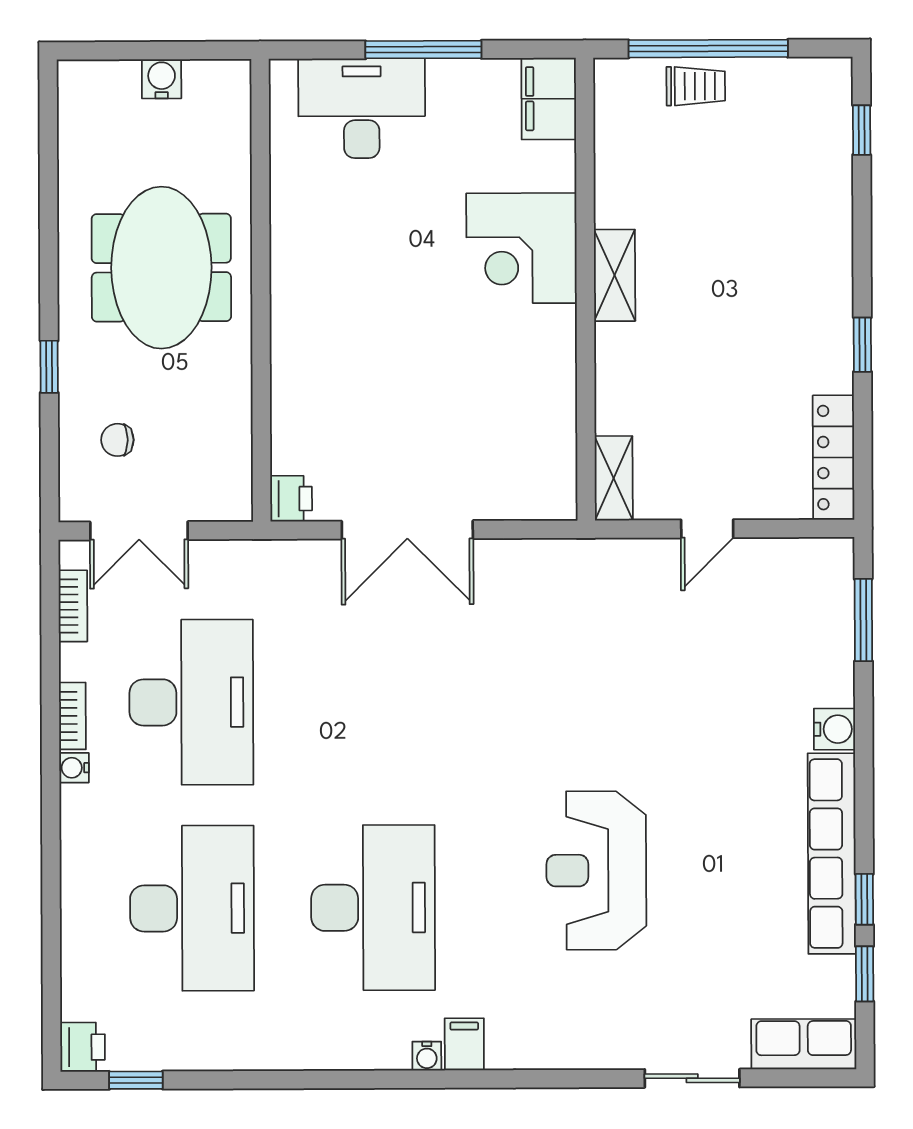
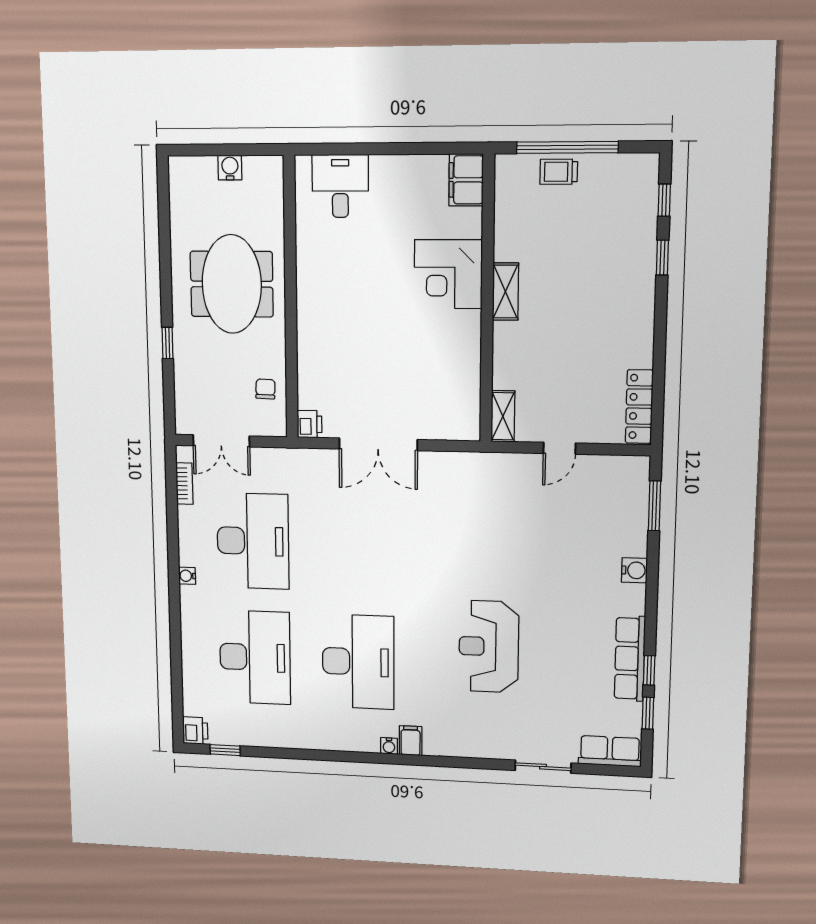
window: (423, 50) -> (389, 149), removed
trolley: (696, 86) -> (559, 172), turned 180
desk: (362, 108) -> (340, 186), width x0.73
window: (862, 345) -> (662, 258), moved
chair: (117, 440) -> (265, 389), moved, turned 92
bookcase: (72, 716) -> (186, 546), removed
row of seats: (832, 854) -> (630, 659), width x0.73

